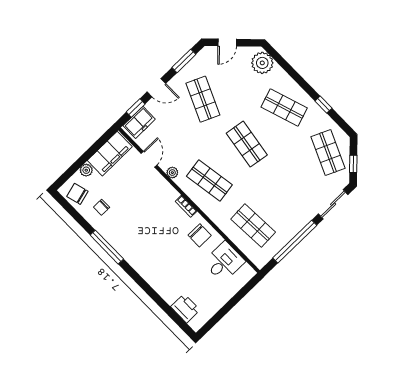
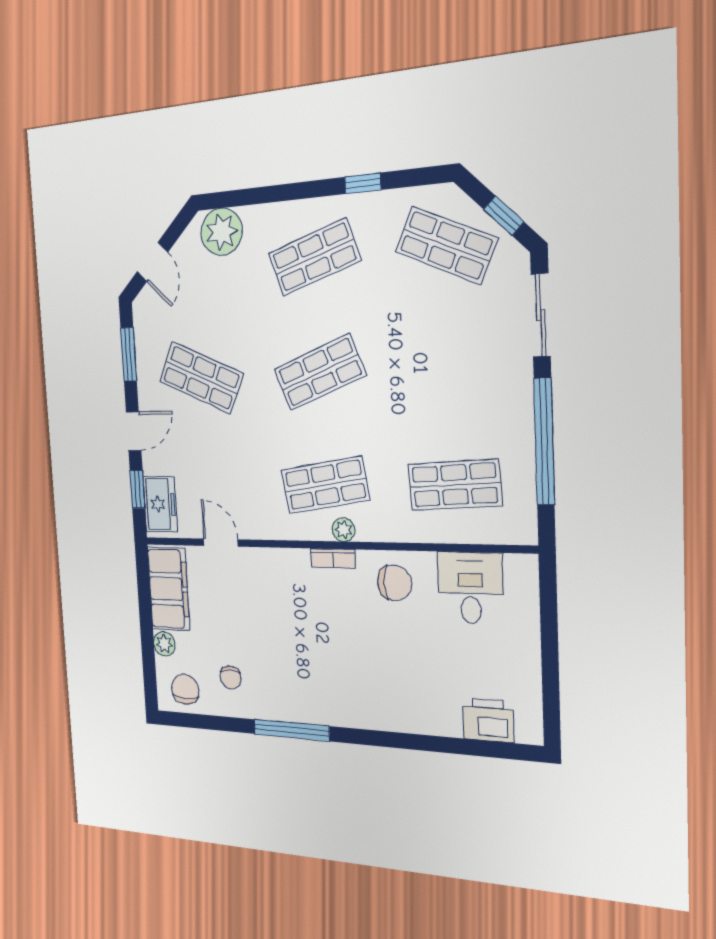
shop shelf: (247, 144) -> (320, 372), turned -30
plant: (172, 173) -> (344, 530), moved
chair: (77, 194) -> (185, 689), turned 105

